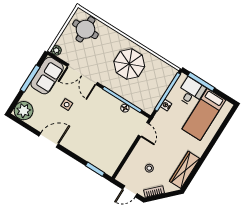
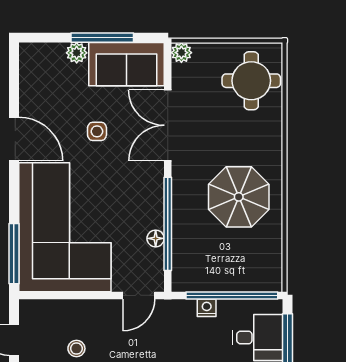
plant: (24, 111) -> (77, 53), moved, width x0.53, depth x0.53
corner sofa: (97, 142) -> (65, 227), added
window: (95, 169) -> (14, 254), width x1.44

